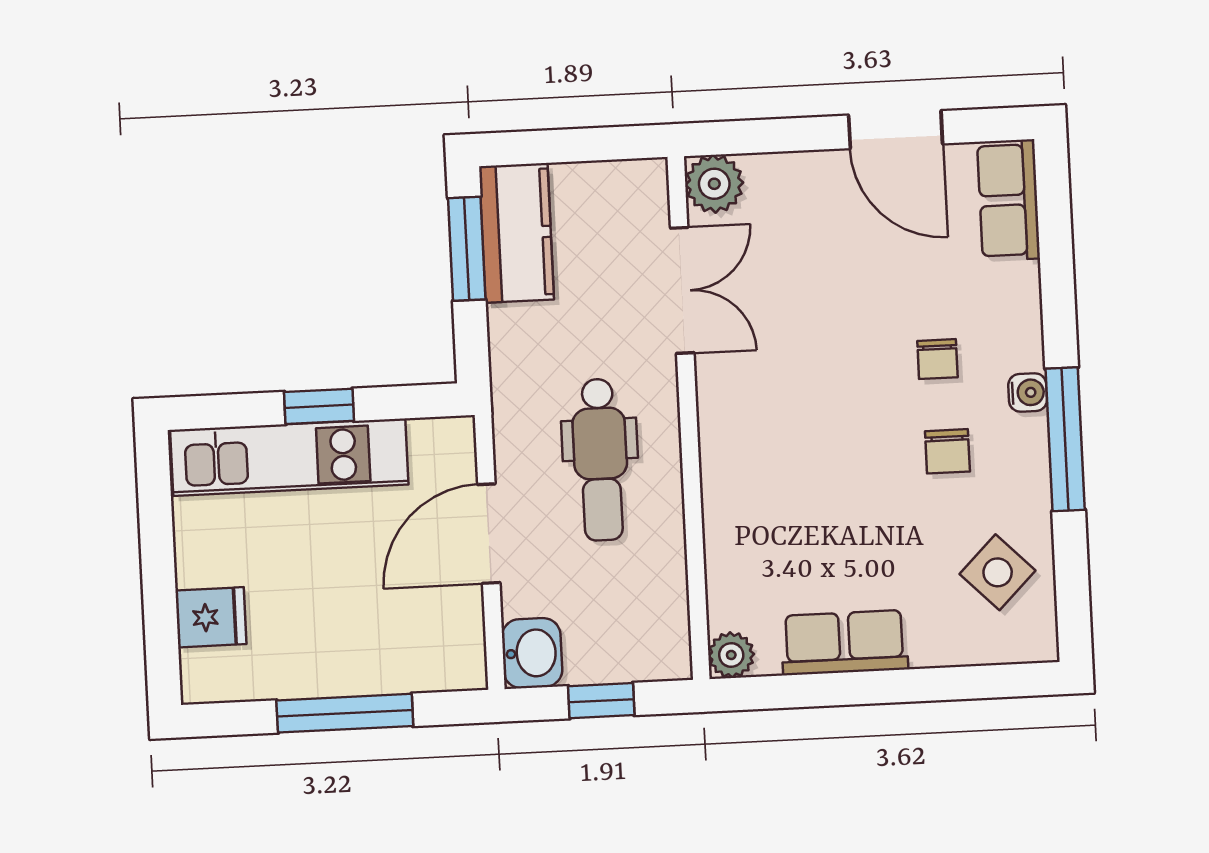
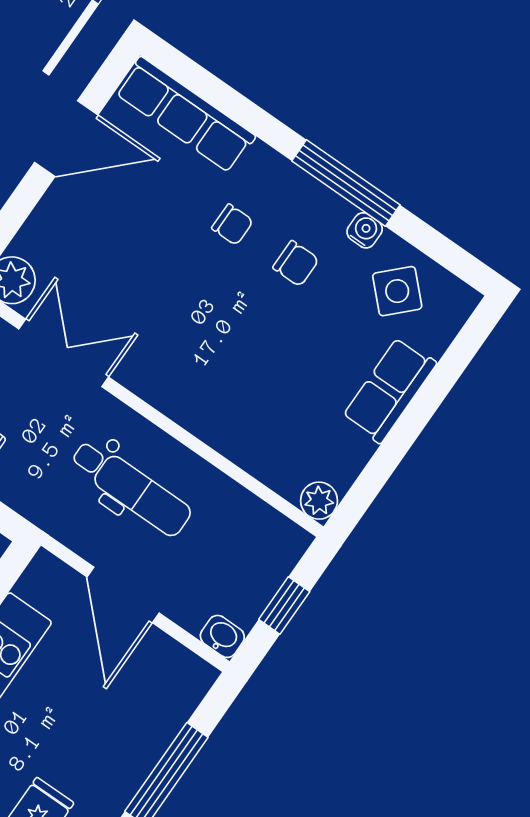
row of seats: (1009, 200) -> (185, 115), width x1.48
water cooler: (1028, 392) -> (365, 230), moved
row of seats: (844, 643) -> (389, 390), moved
washbasin: (532, 653) -> (222, 636), width x0.72, depth x0.69

